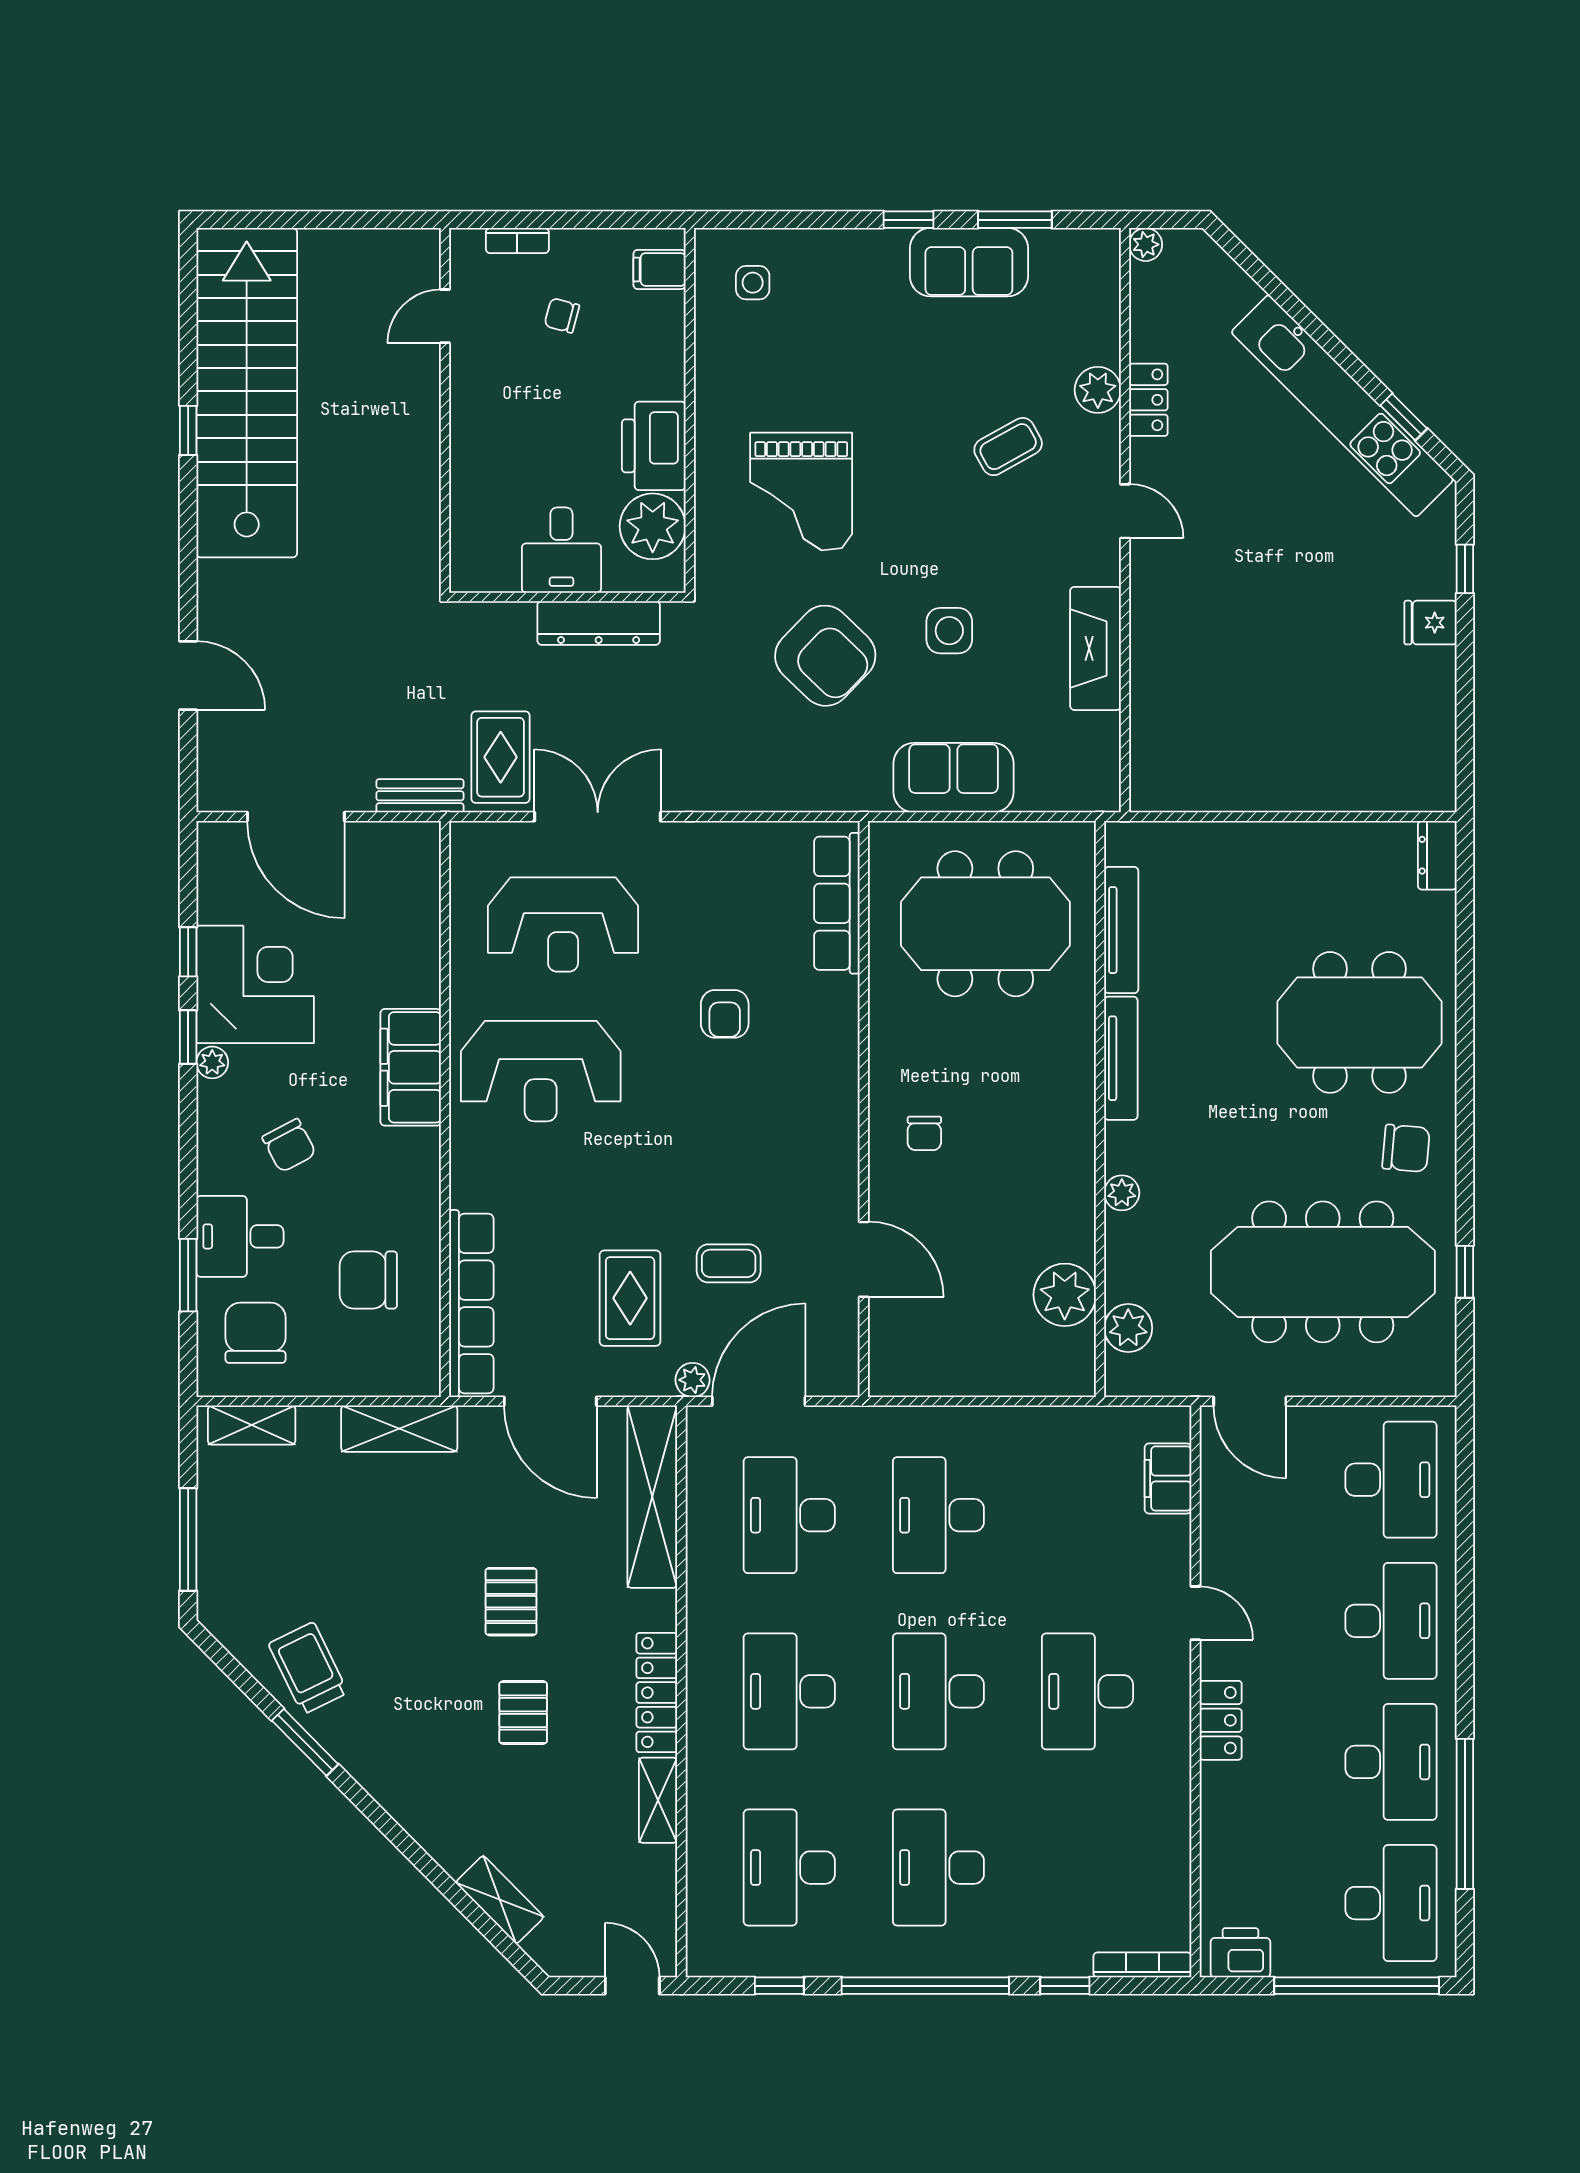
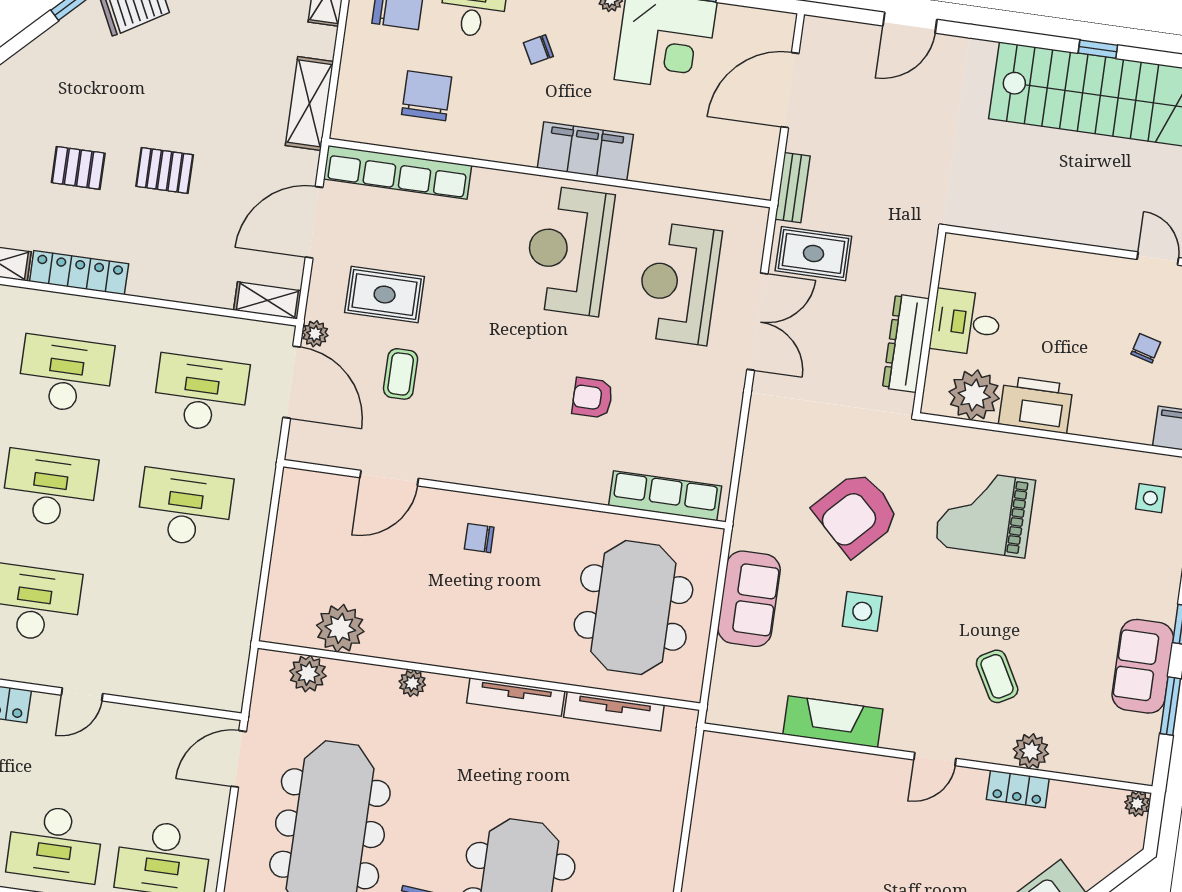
chair: (289, 1146) -> (538, 50), width x0.73, depth x0.73
filing cabinet: (1168, 1478) -> (188, 688), removed
shelving: (652, 1497) -> (267, 300), width x0.45, depth x0.75

